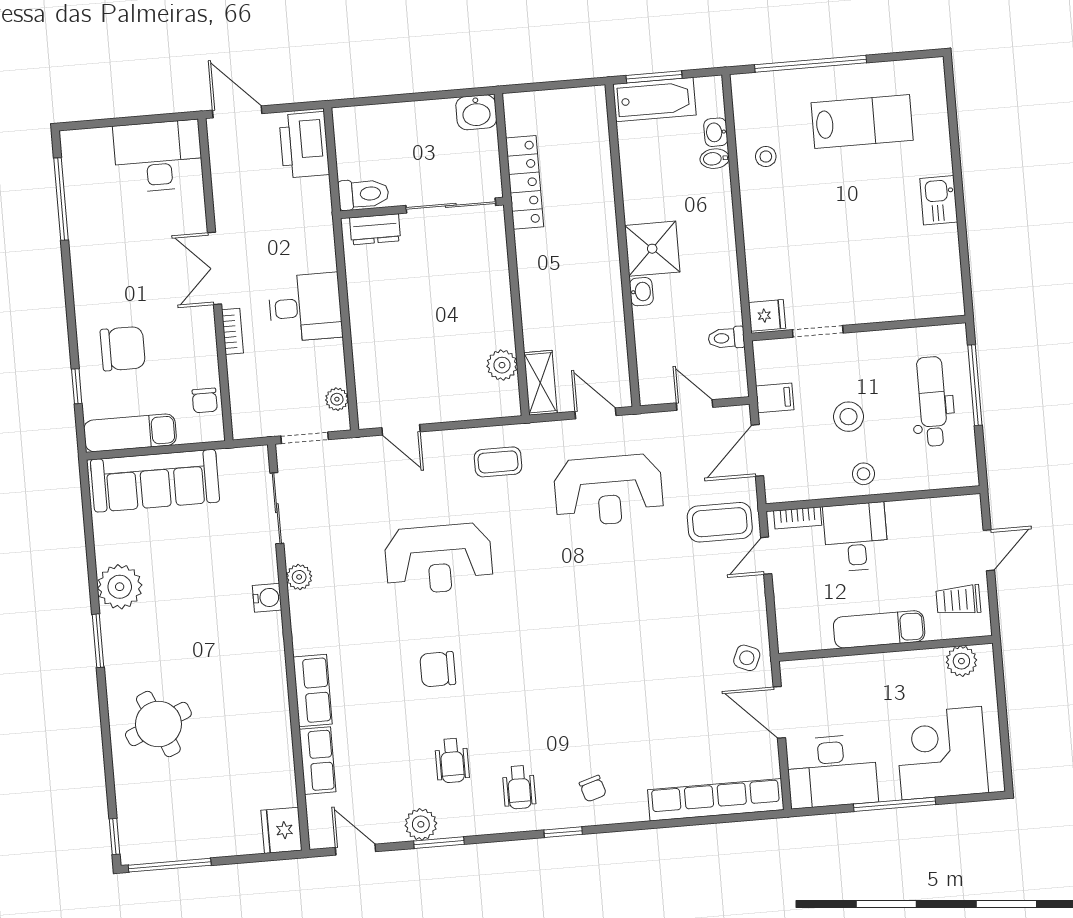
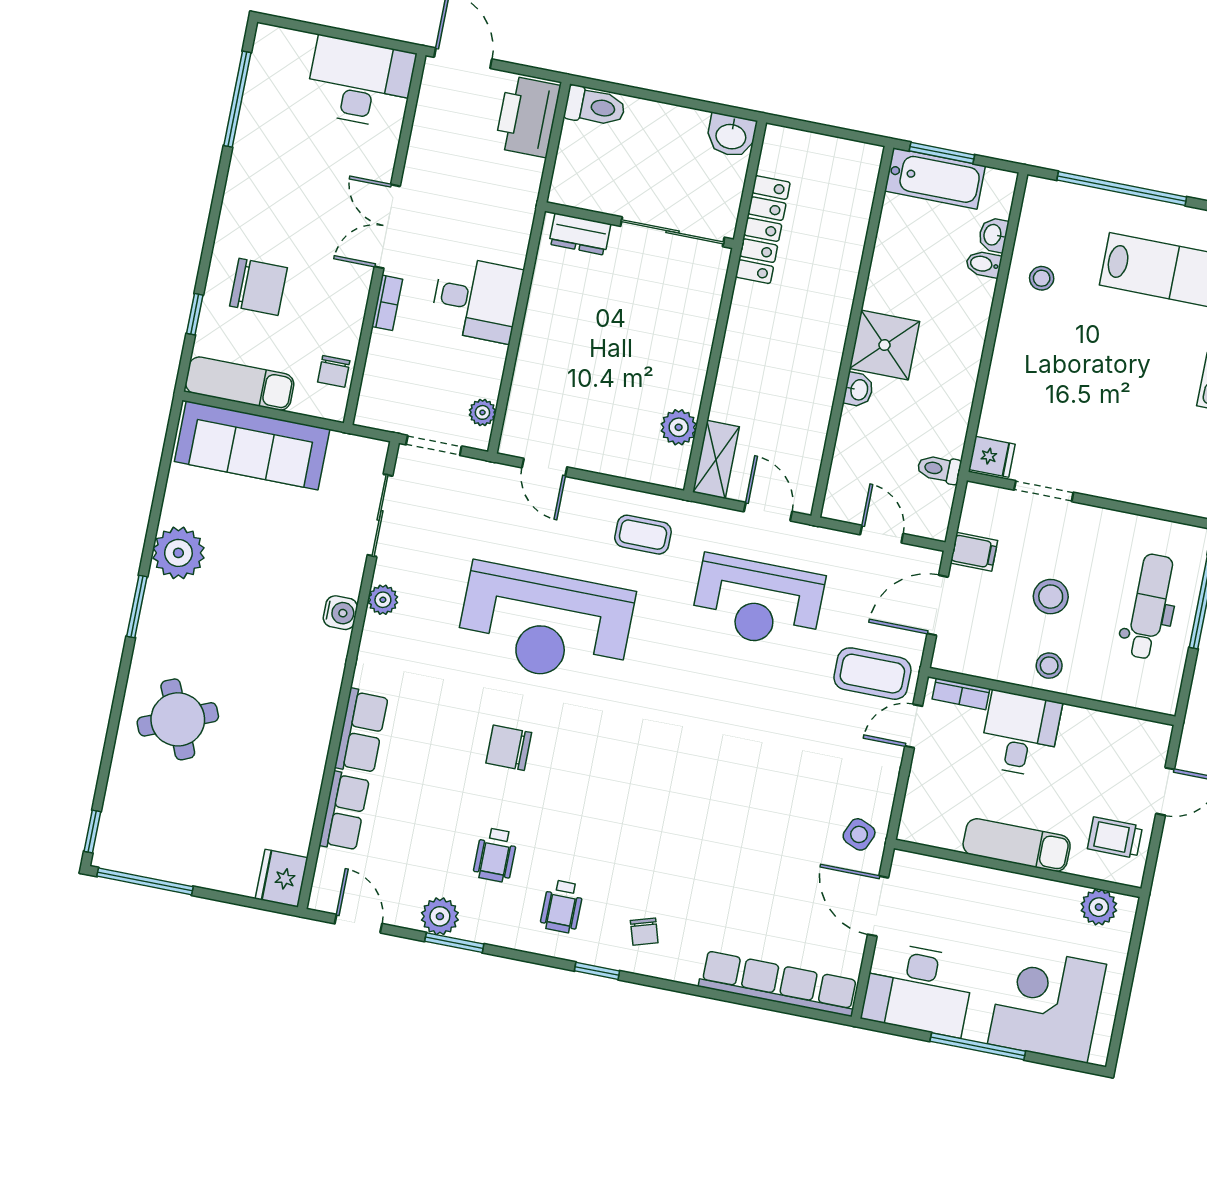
toilet: (363, 194) -> (595, 106), moved
reception desk: (439, 559) -> (545, 624), width x1.36, depth x1.30

